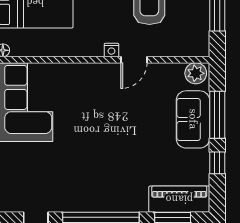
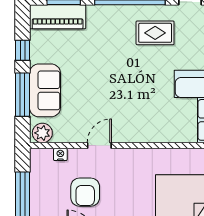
nightstand: (111, 50) -> (60, 154), moved
rug: (74, 182) -> (155, 33), added

